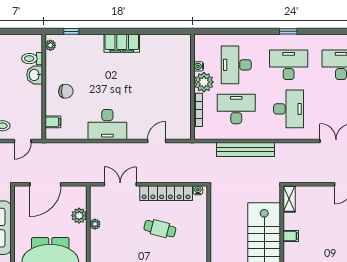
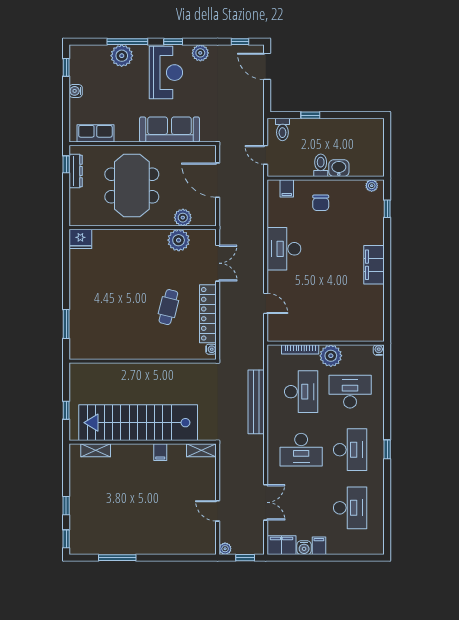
toilet: (32, 59) -> (321, 165), moved
water cooler: (199, 66) -> (379, 350), moved
plant: (95, 224) -> (179, 240), width x1.88, depth x1.88

